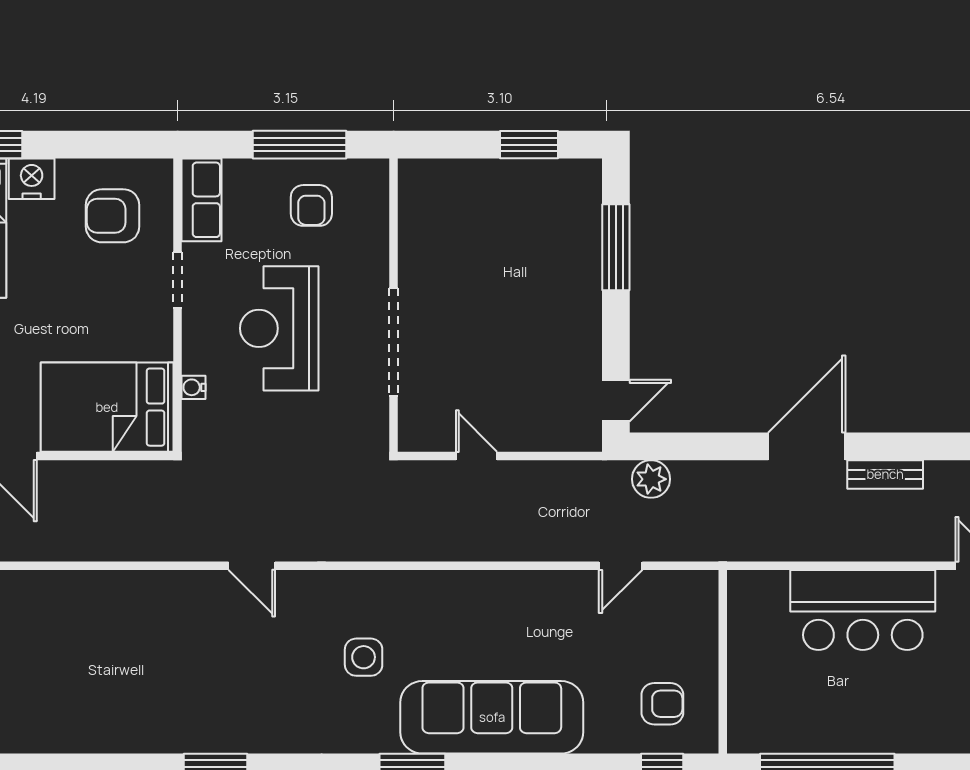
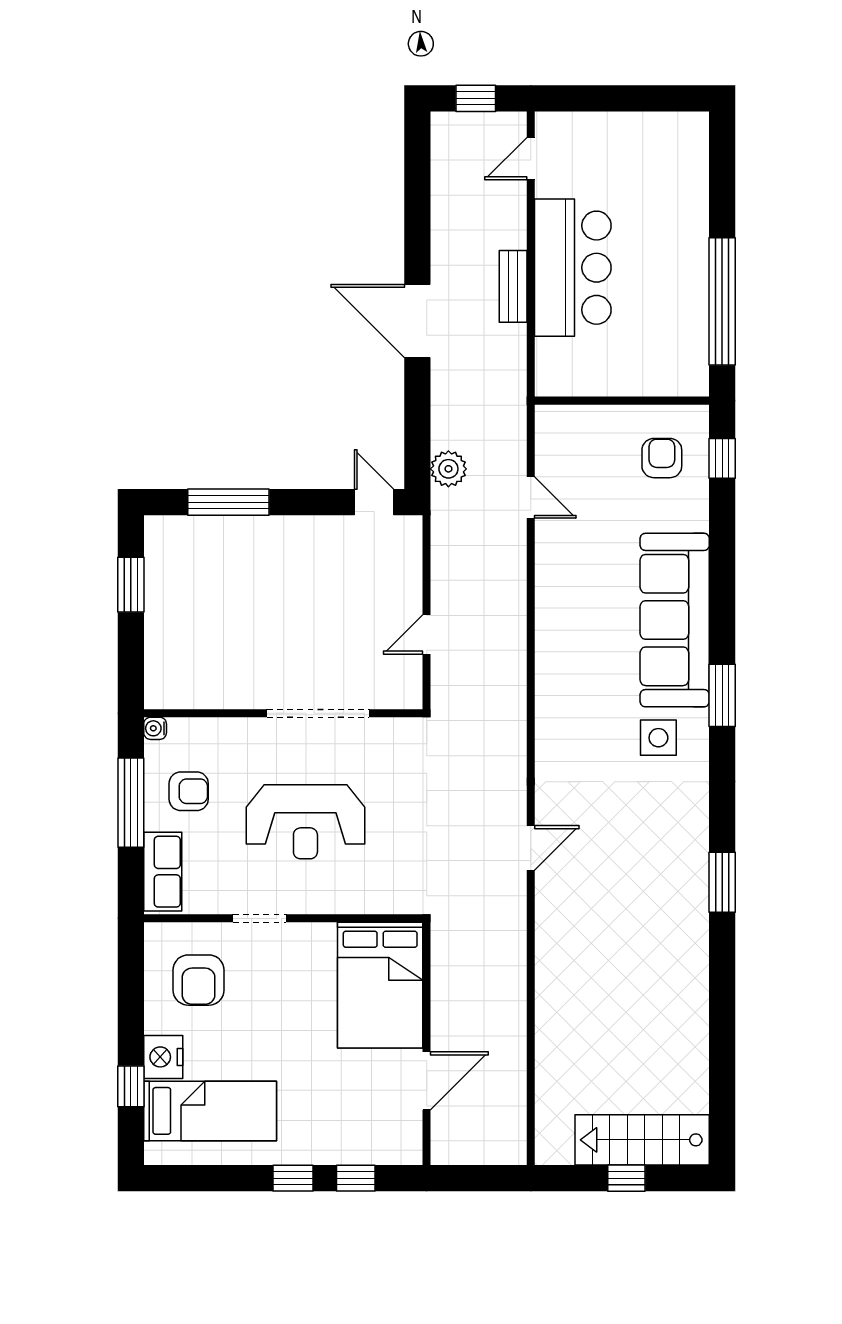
row of seats: (202, 200) -> (163, 872), moved, turned 90
water cooler: (193, 387) -> (155, 728), moved, turned 90
bench: (885, 474) -> (513, 286), moved
side table: (364, 657) -> (658, 738), moved

